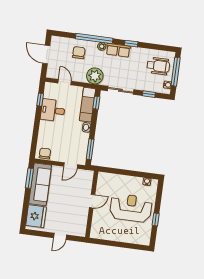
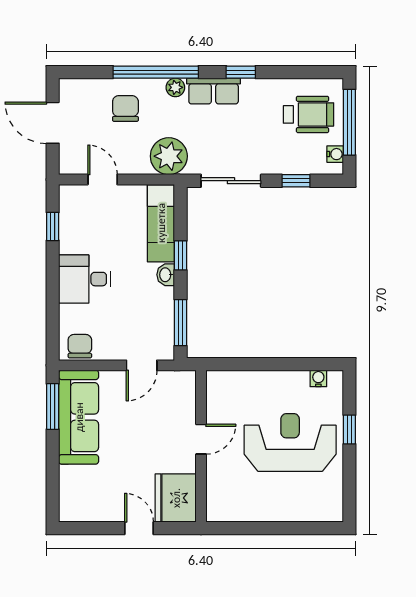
window: (96, 103) -> (181, 255), moved
desk: (53, 110) -> (85, 279), moved
fridge: (36, 216) -> (176, 498), moved, turned 180
window: (156, 220) -> (349, 429), moved
door: (60, 236) -> (139, 528), swing flipped

